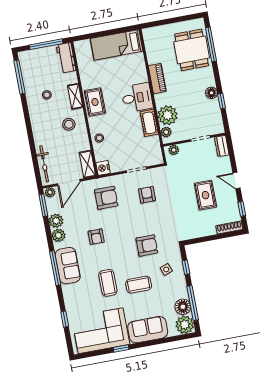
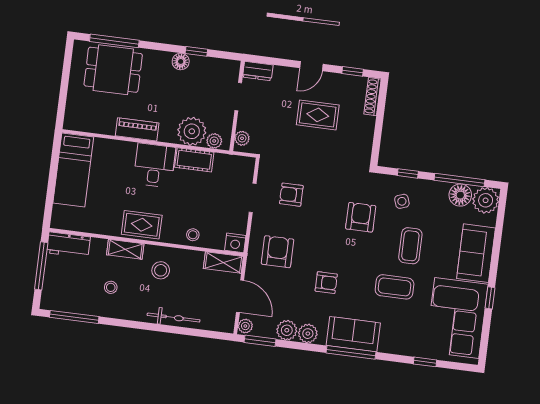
bicycle: (44, 164) -> (174, 318), moved

